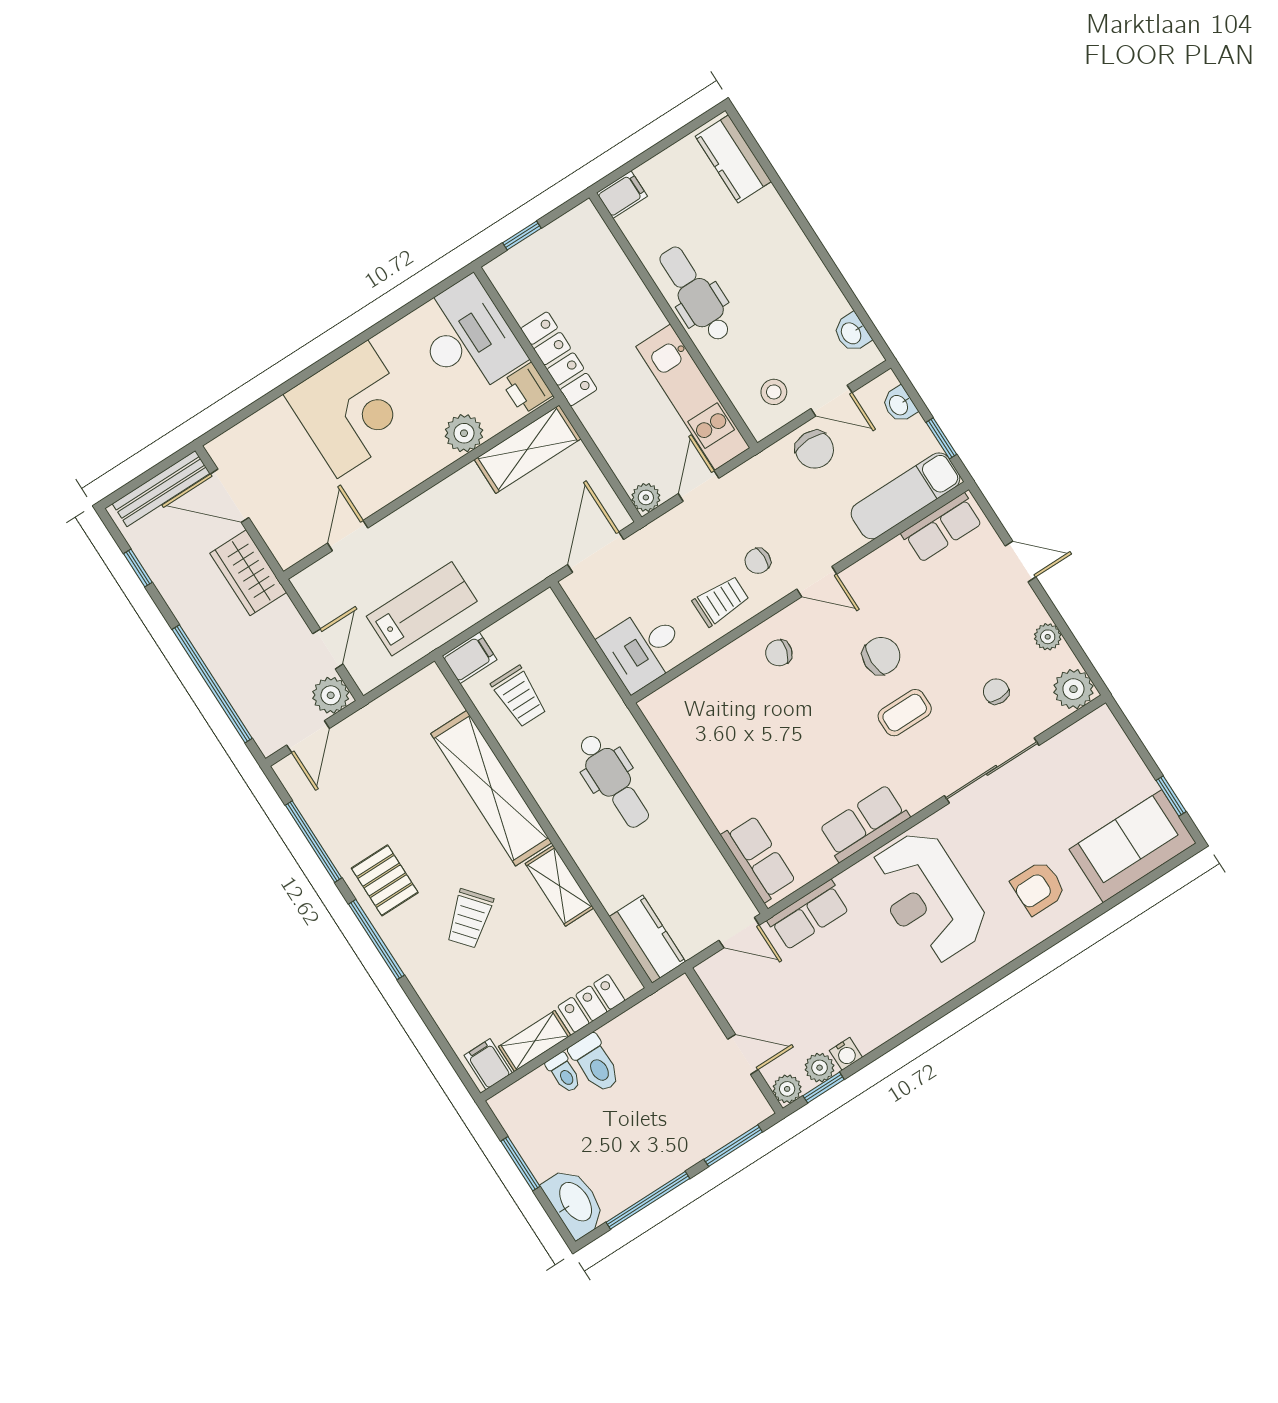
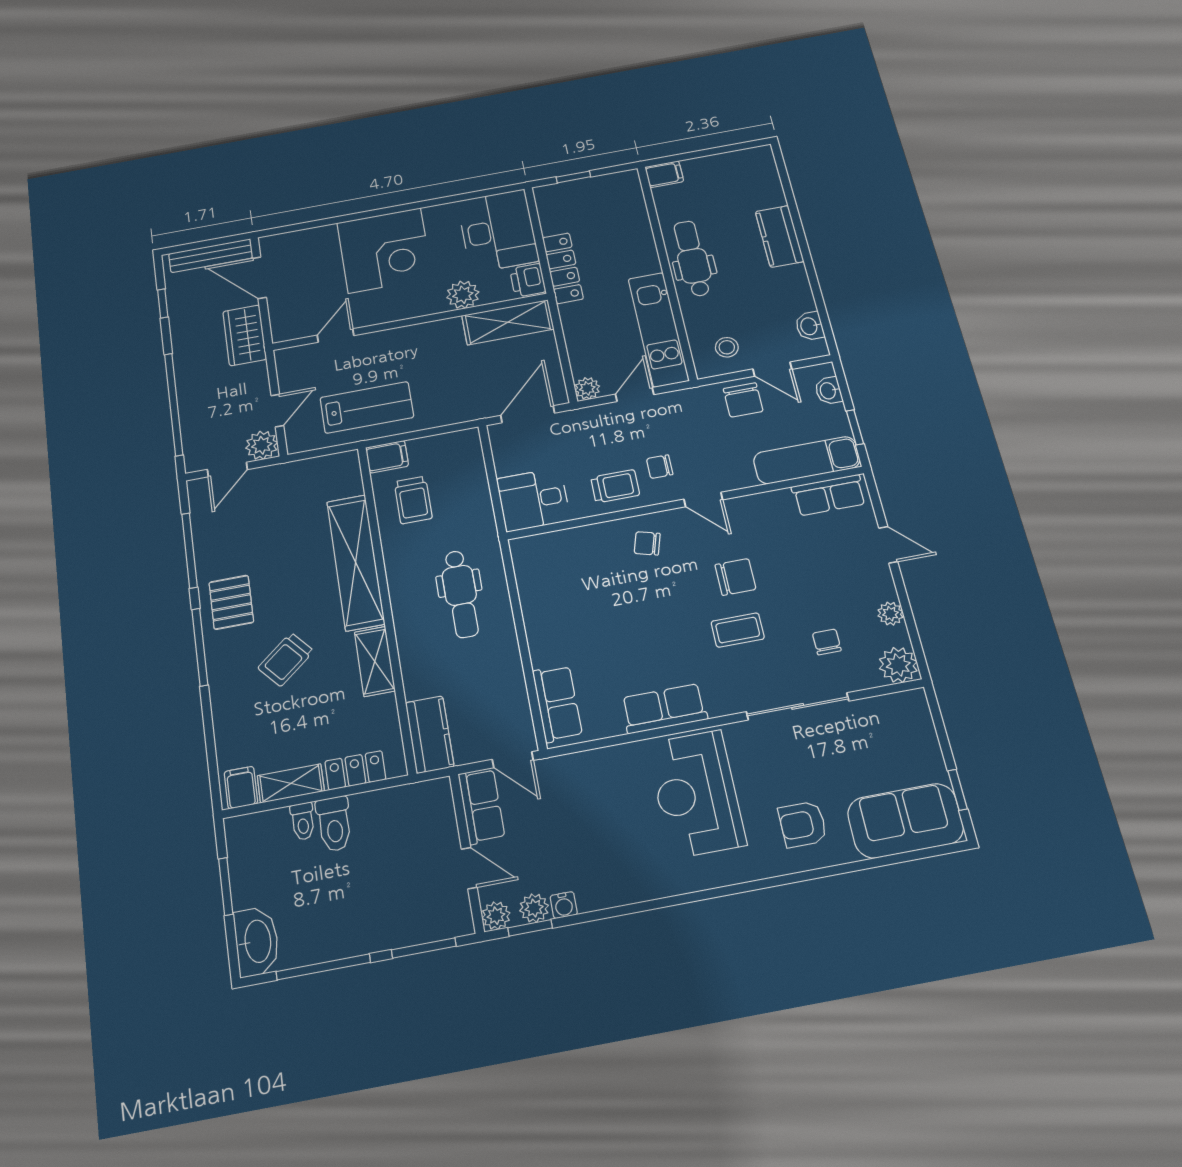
kitchen counter: (733, 159) -> (779, 236), moved
row of seats: (809, 915) -> (481, 806), moved, turned -90

